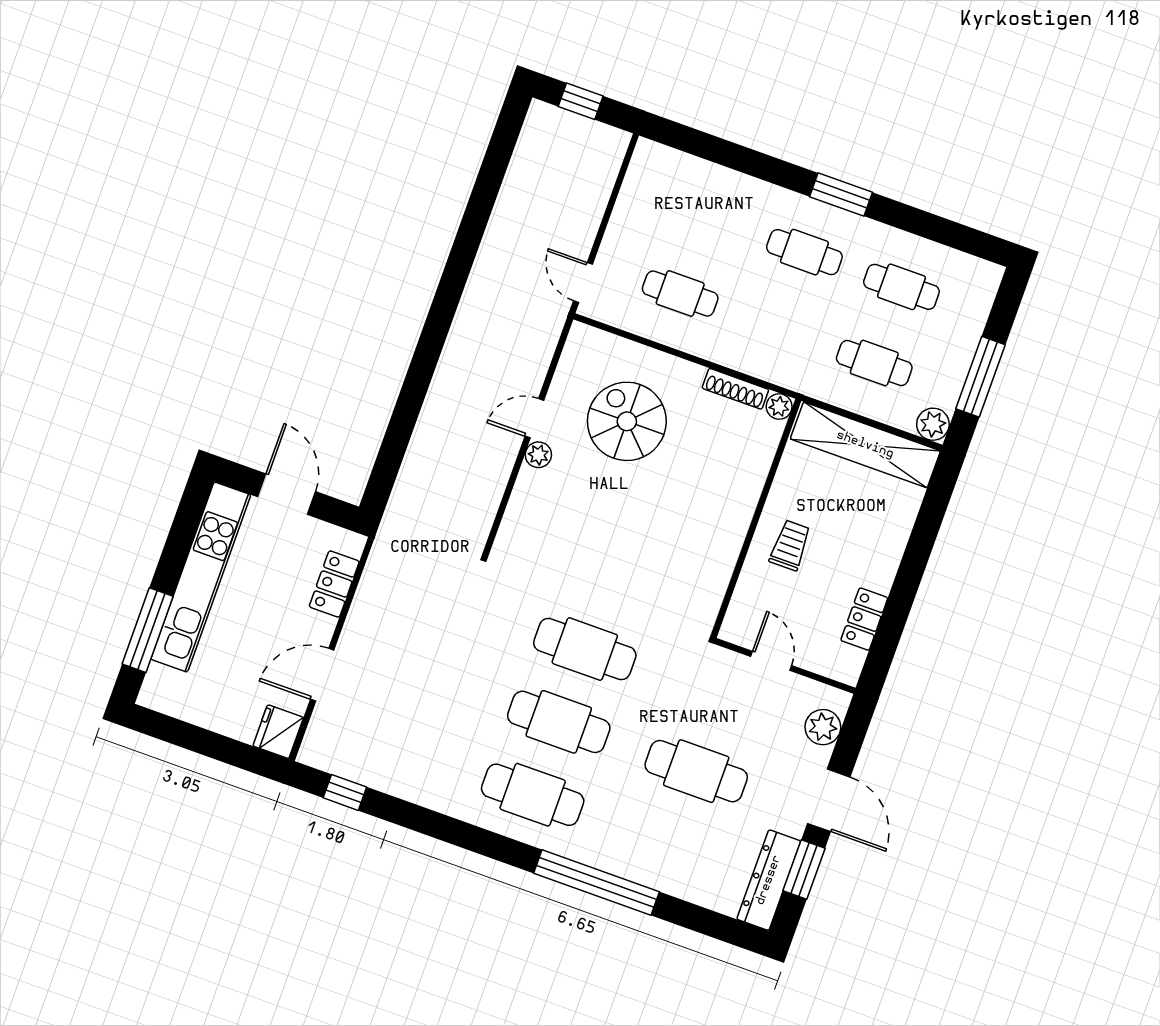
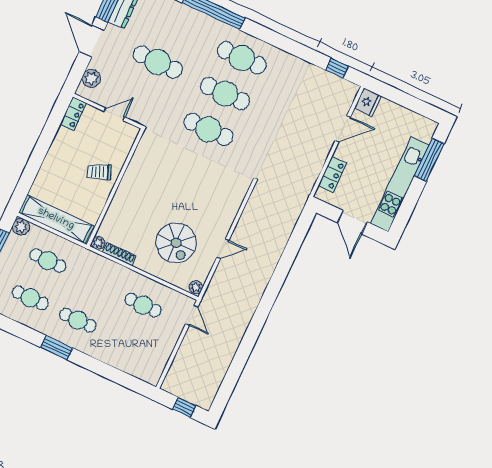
plant: (538, 455) -> (196, 287), moved
trolley: (790, 545) -> (99, 172), turned 67
locker: (864, 619) -> (73, 114), moved
door: (771, 661) -> (114, 114), swing flipped

